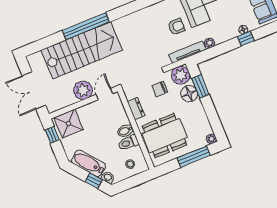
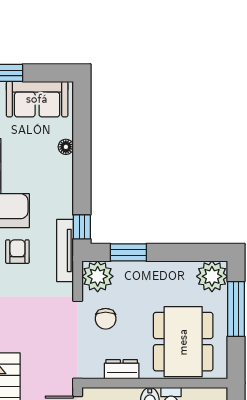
window: (246, 39) -> (82, 227), moved
plant: (210, 43) -> (65, 209), removed
floor lamp: (189, 94) -> (133, 275), removed
plant: (211, 139) -> (212, 276), width x1.88, depth x1.88

